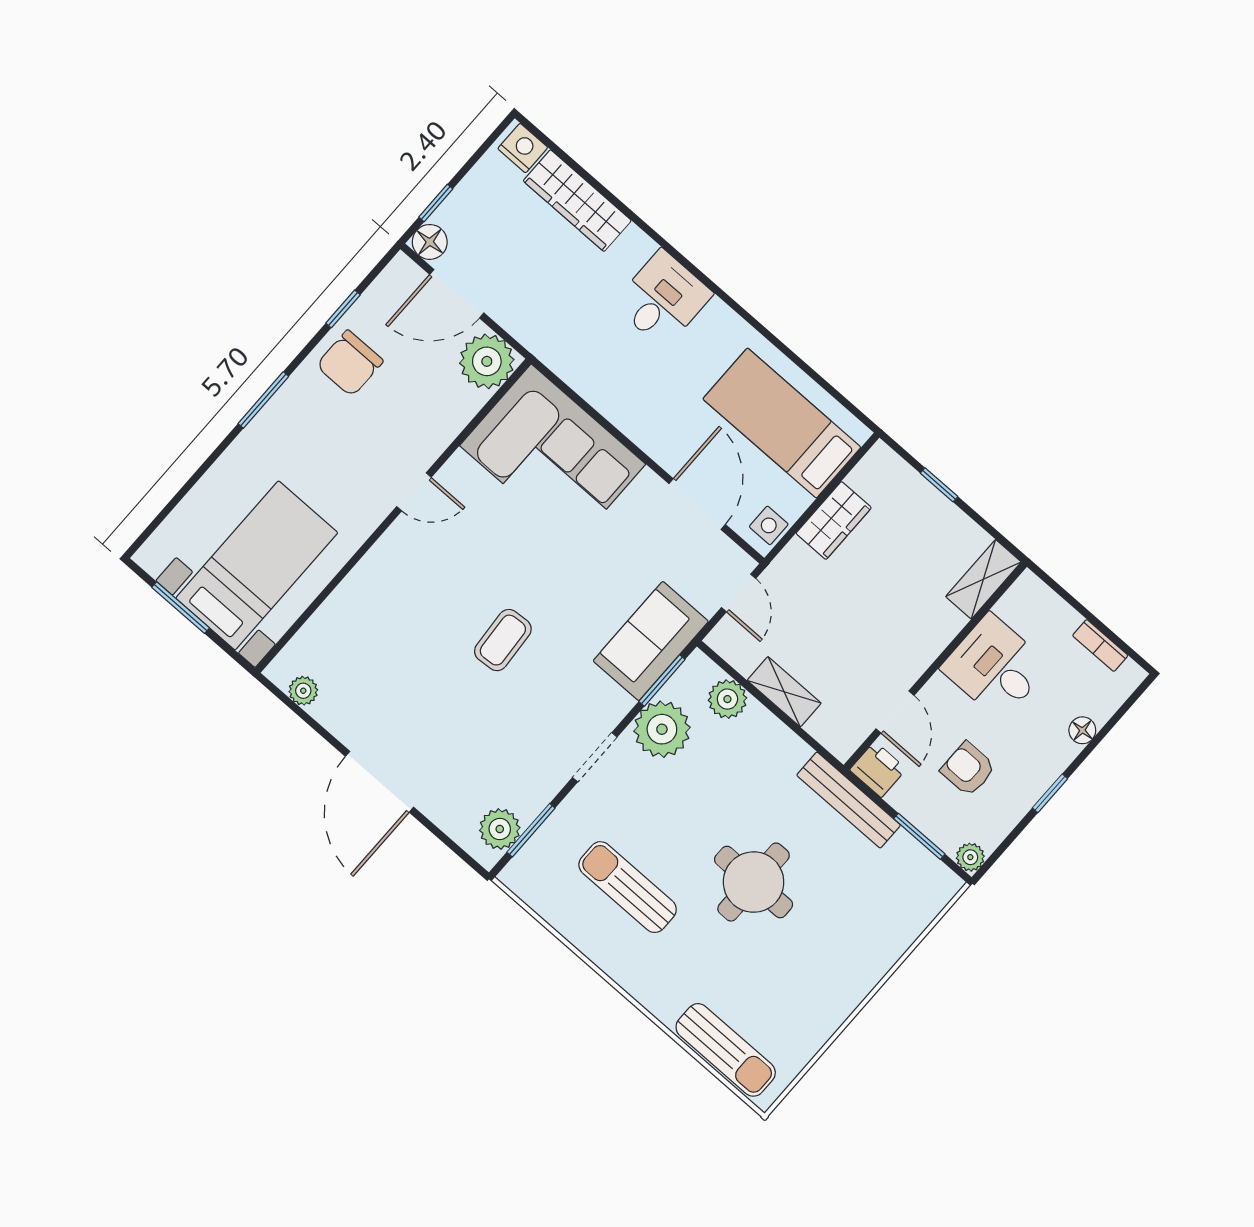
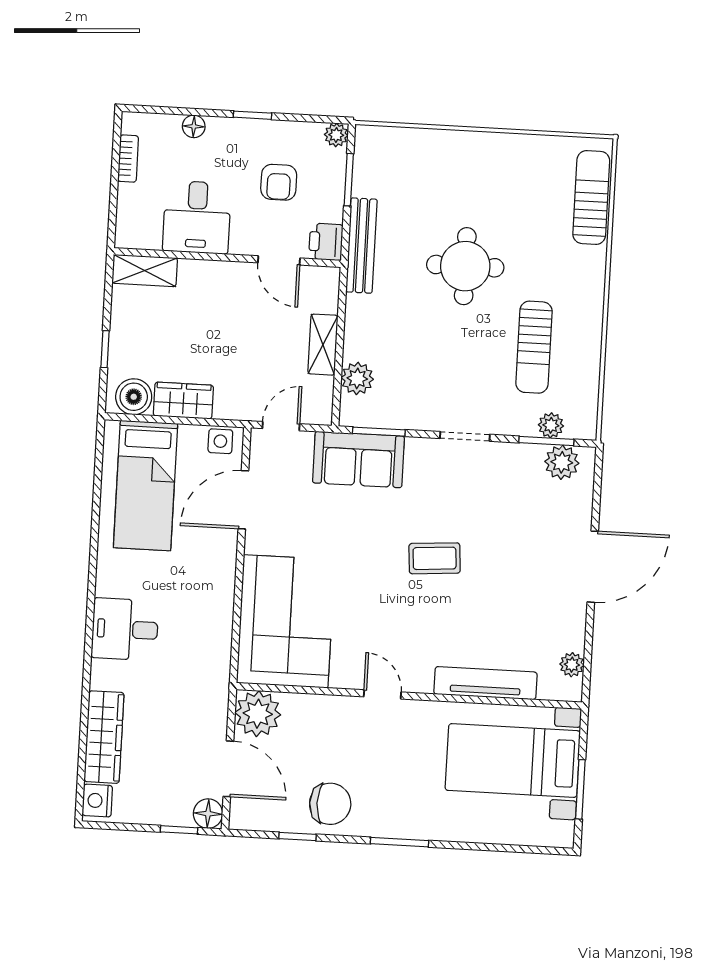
boiler: (874, 477) -> (134, 397), added
tv unit: (349, 596) -> (485, 683), added
door: (895, 712) -> (279, 260), swing flipped
plant: (662, 729) -> (551, 425), moved, width x0.53, depth x0.53

